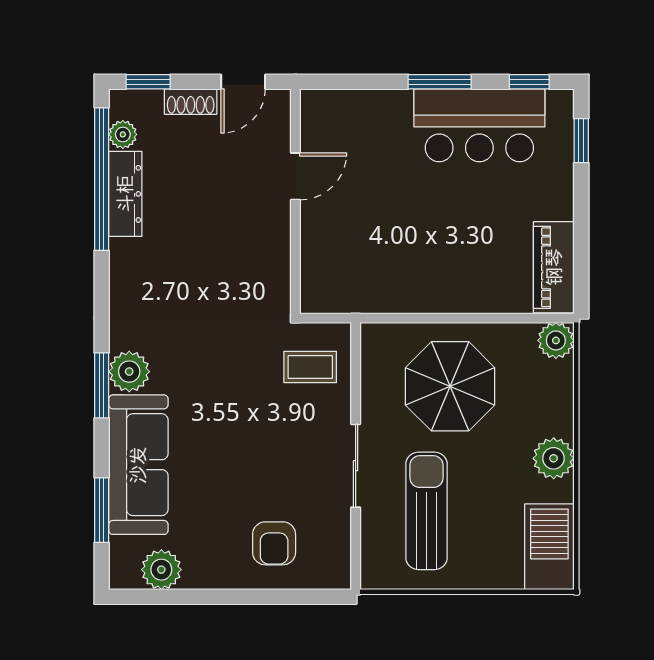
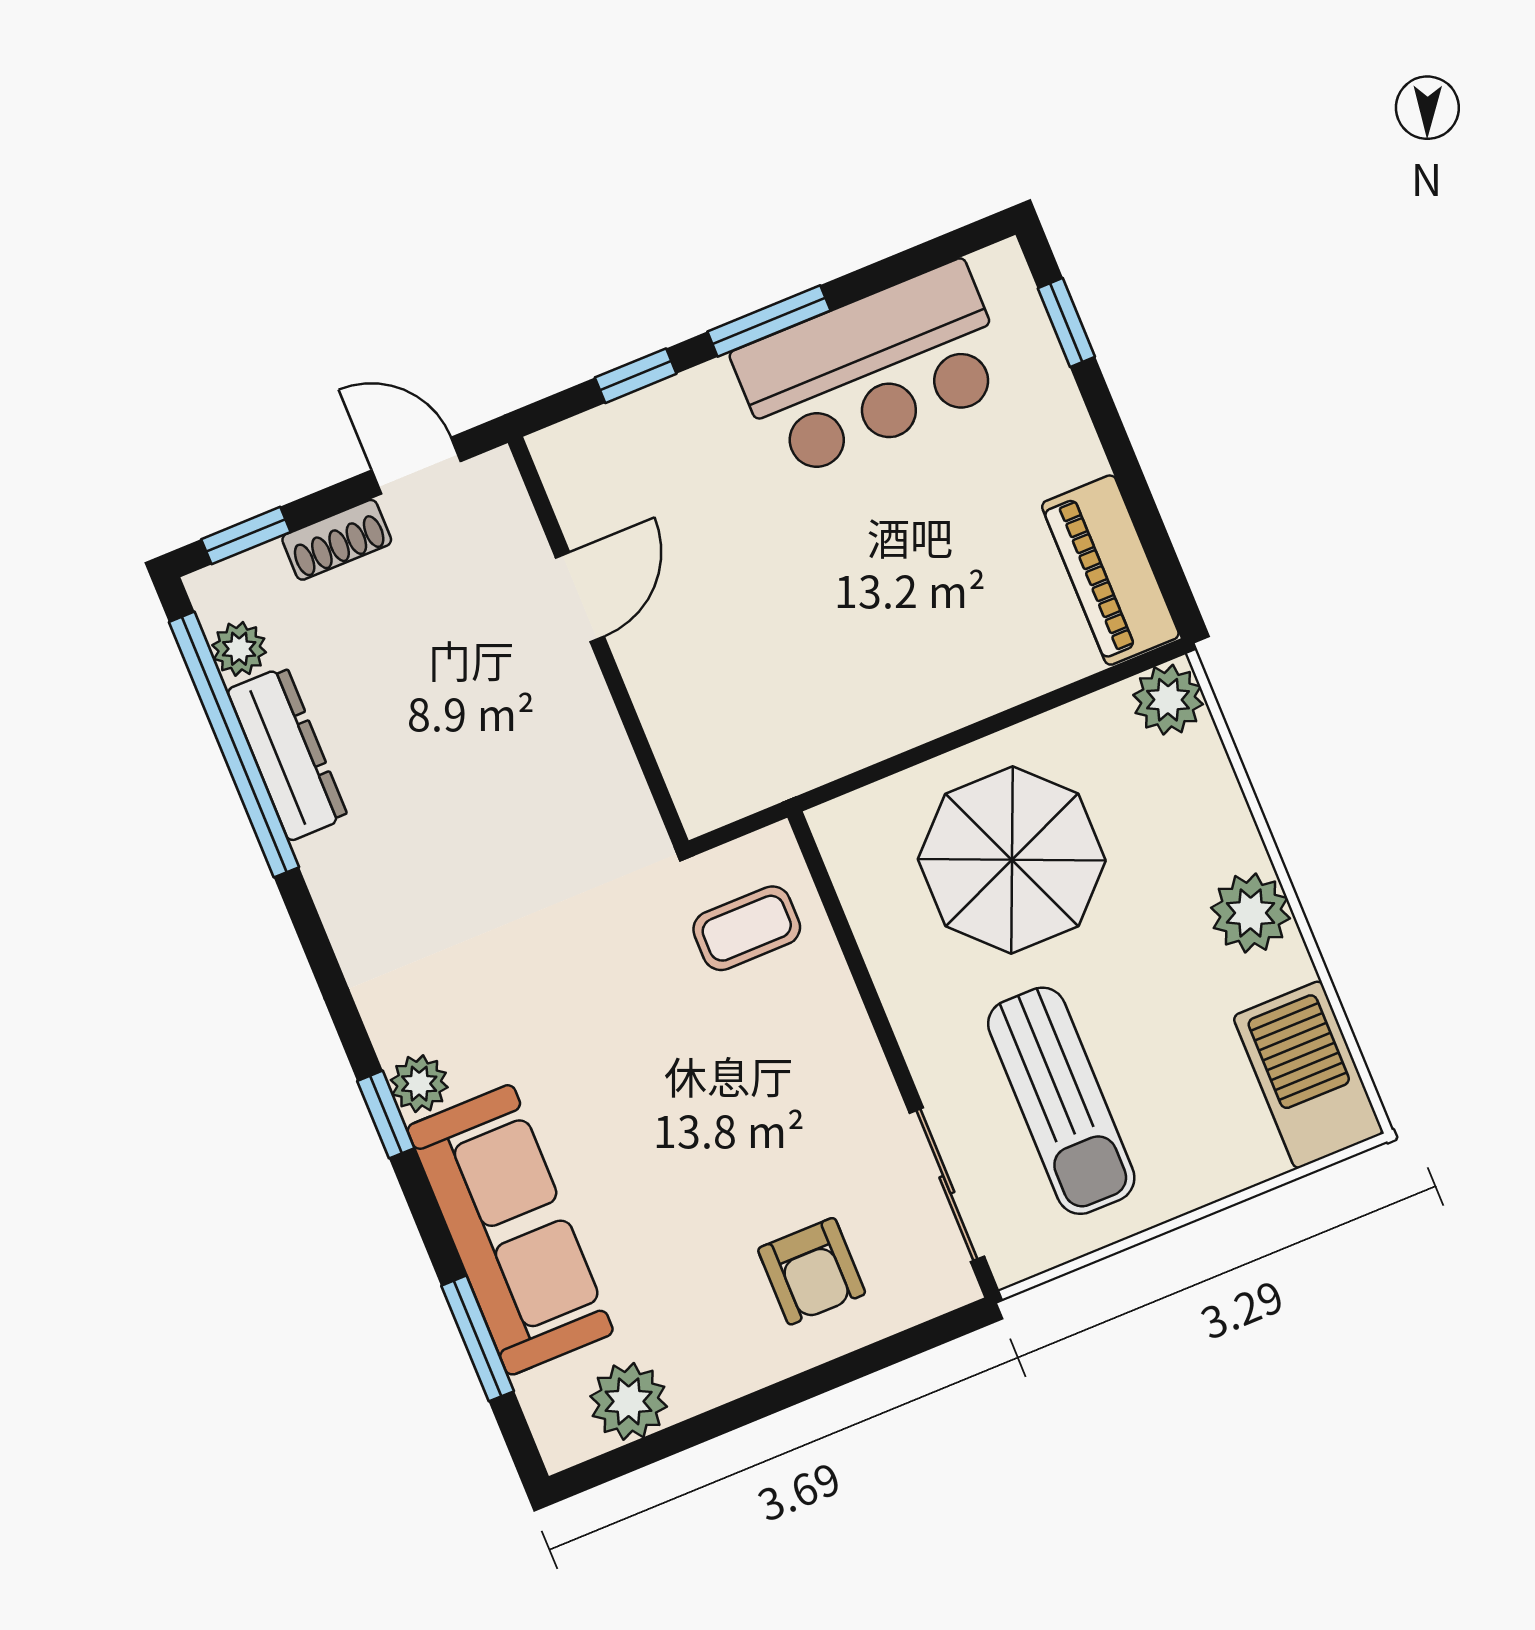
door: (243, 82) -> (416, 466), swing flipped
window: (529, 82) -> (636, 376), moved
plant: (129, 372) -> (419, 1084), width x0.73, depth x0.73
window: (102, 385) -> (386, 1115), width x0.67
sliding door: (356, 466) -> (947, 1185), moved
sun lounger: (427, 511) -> (1061, 1101), turned 180

